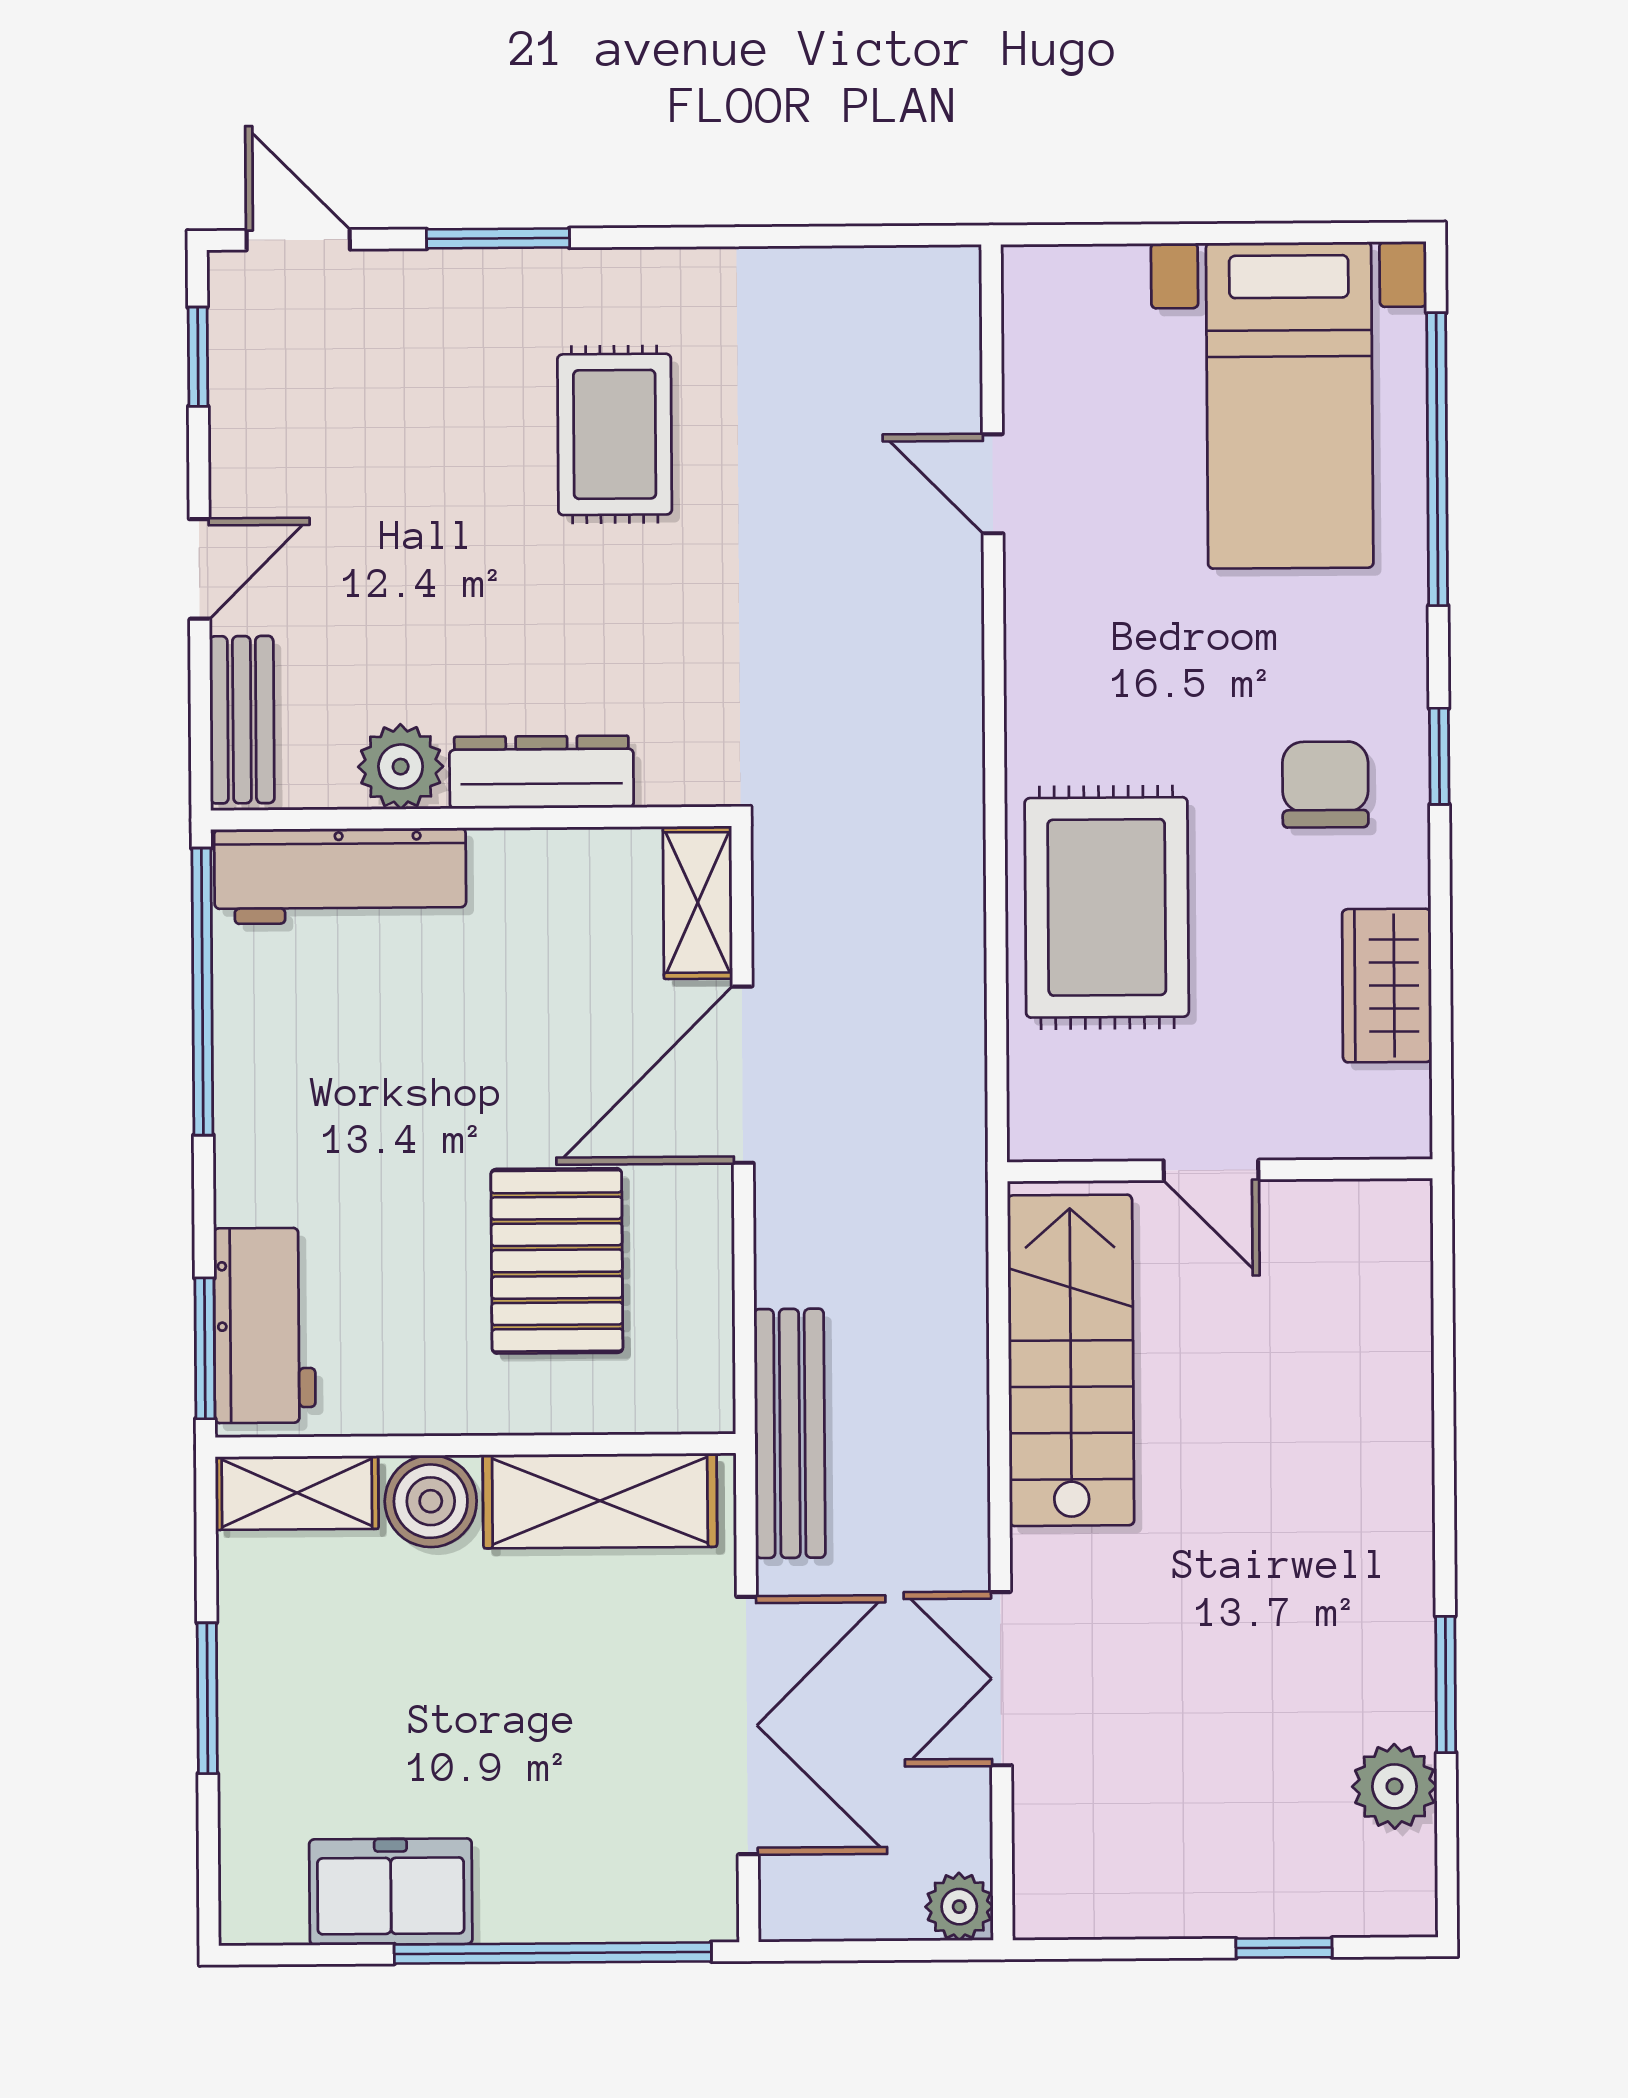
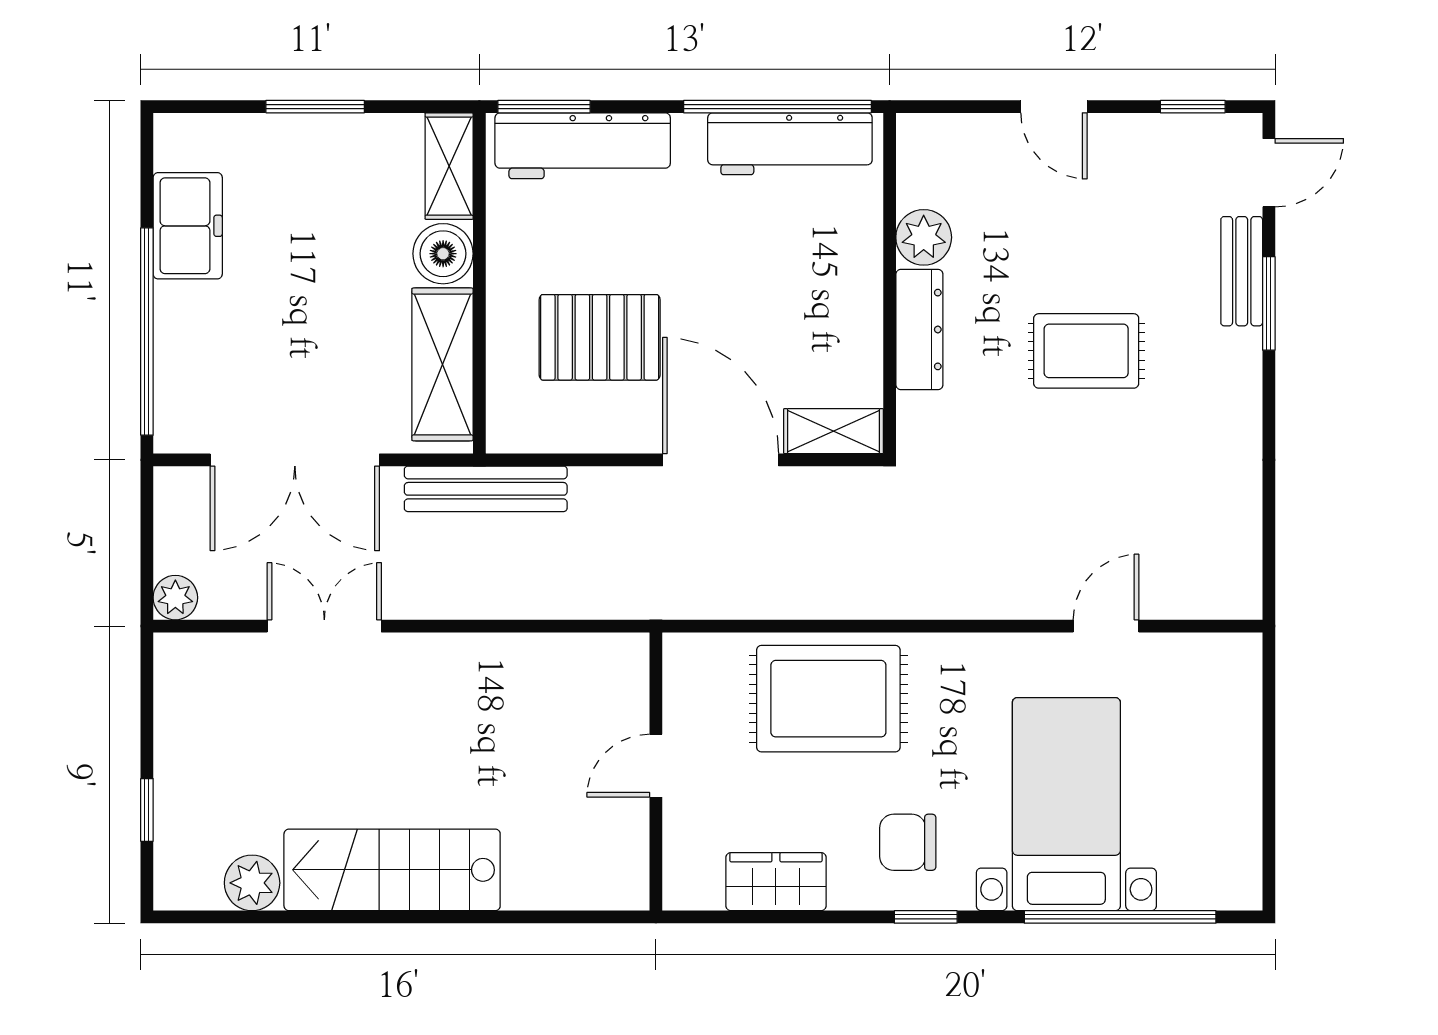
bed with nightstands: (1290, 405) -> (1066, 804), moved, turned 90
rug: (615, 434) -> (1086, 351), moved
bench: (242, 720) -> (1242, 271), moved, turned 90
chair: (1325, 785) -> (908, 842), turned 180
workbench: (340, 876) -> (790, 144), moved, turned -90
workbench: (265, 1325) -> (583, 146), width x1.38
stairs: (1071, 1360) -> (392, 870), moved, turned 180
window: (1446, 1684) -> (318, 917), removed

